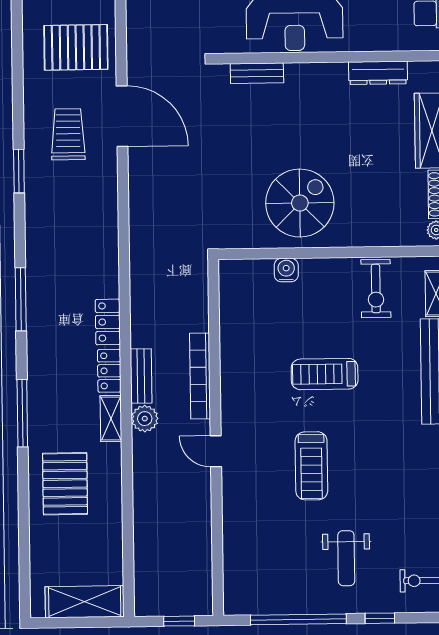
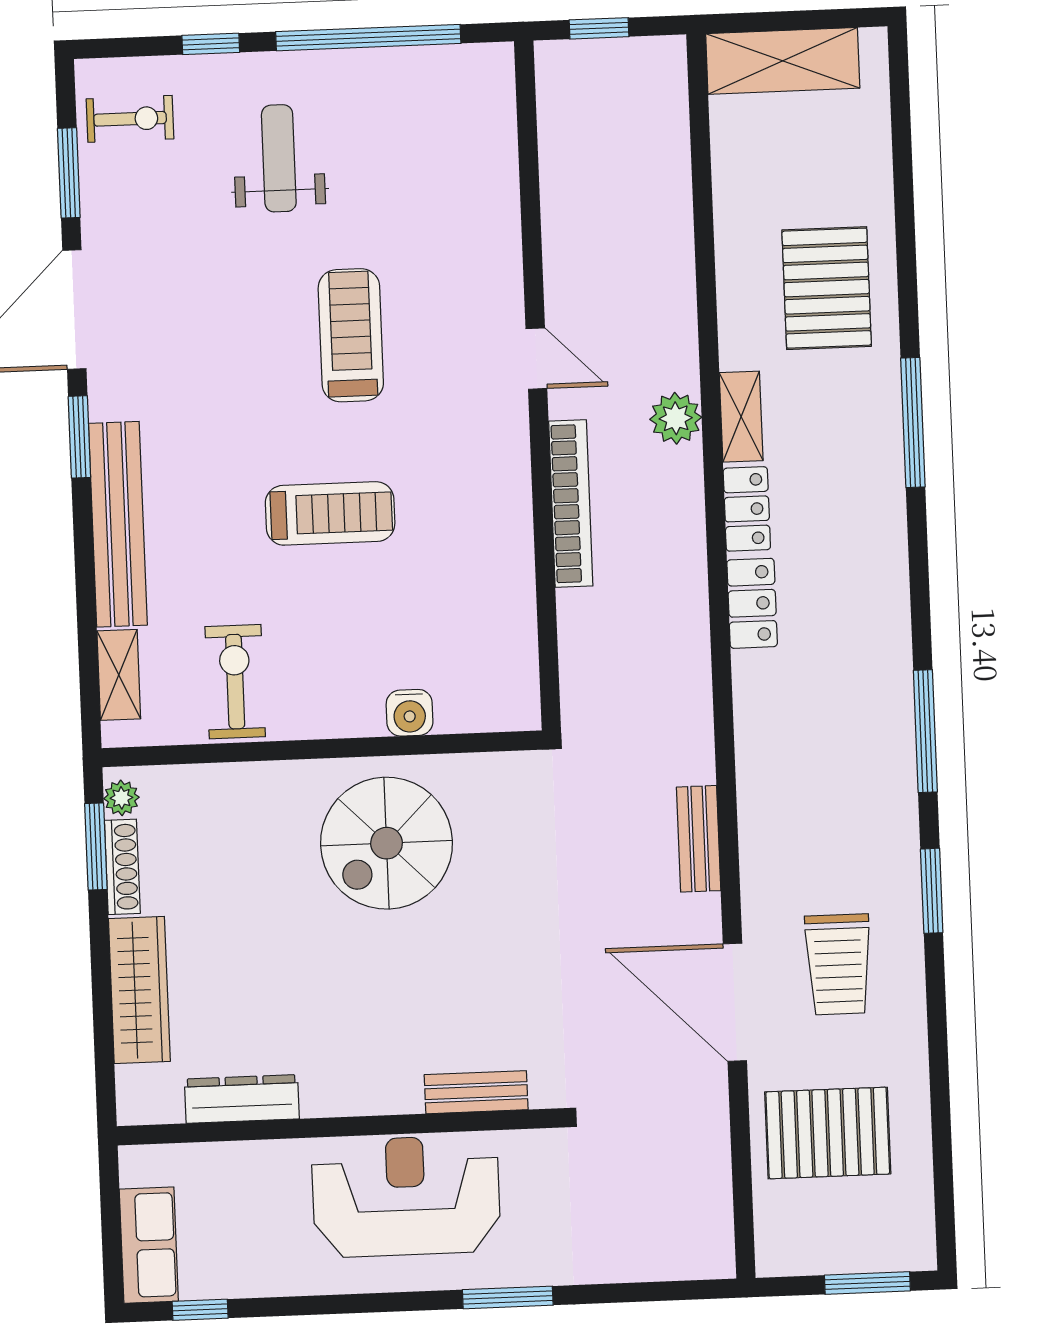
window: (21, 299) -> (925, 731), moved
bench: (141, 376) -> (699, 839), moved

